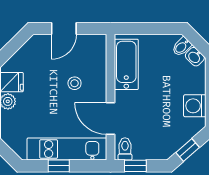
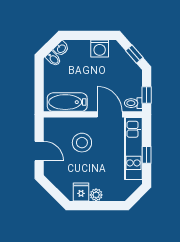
stool: (75, 83) -> (82, 143), width x1.89, depth x1.89
door: (111, 119) -> (110, 114), swing flipped

